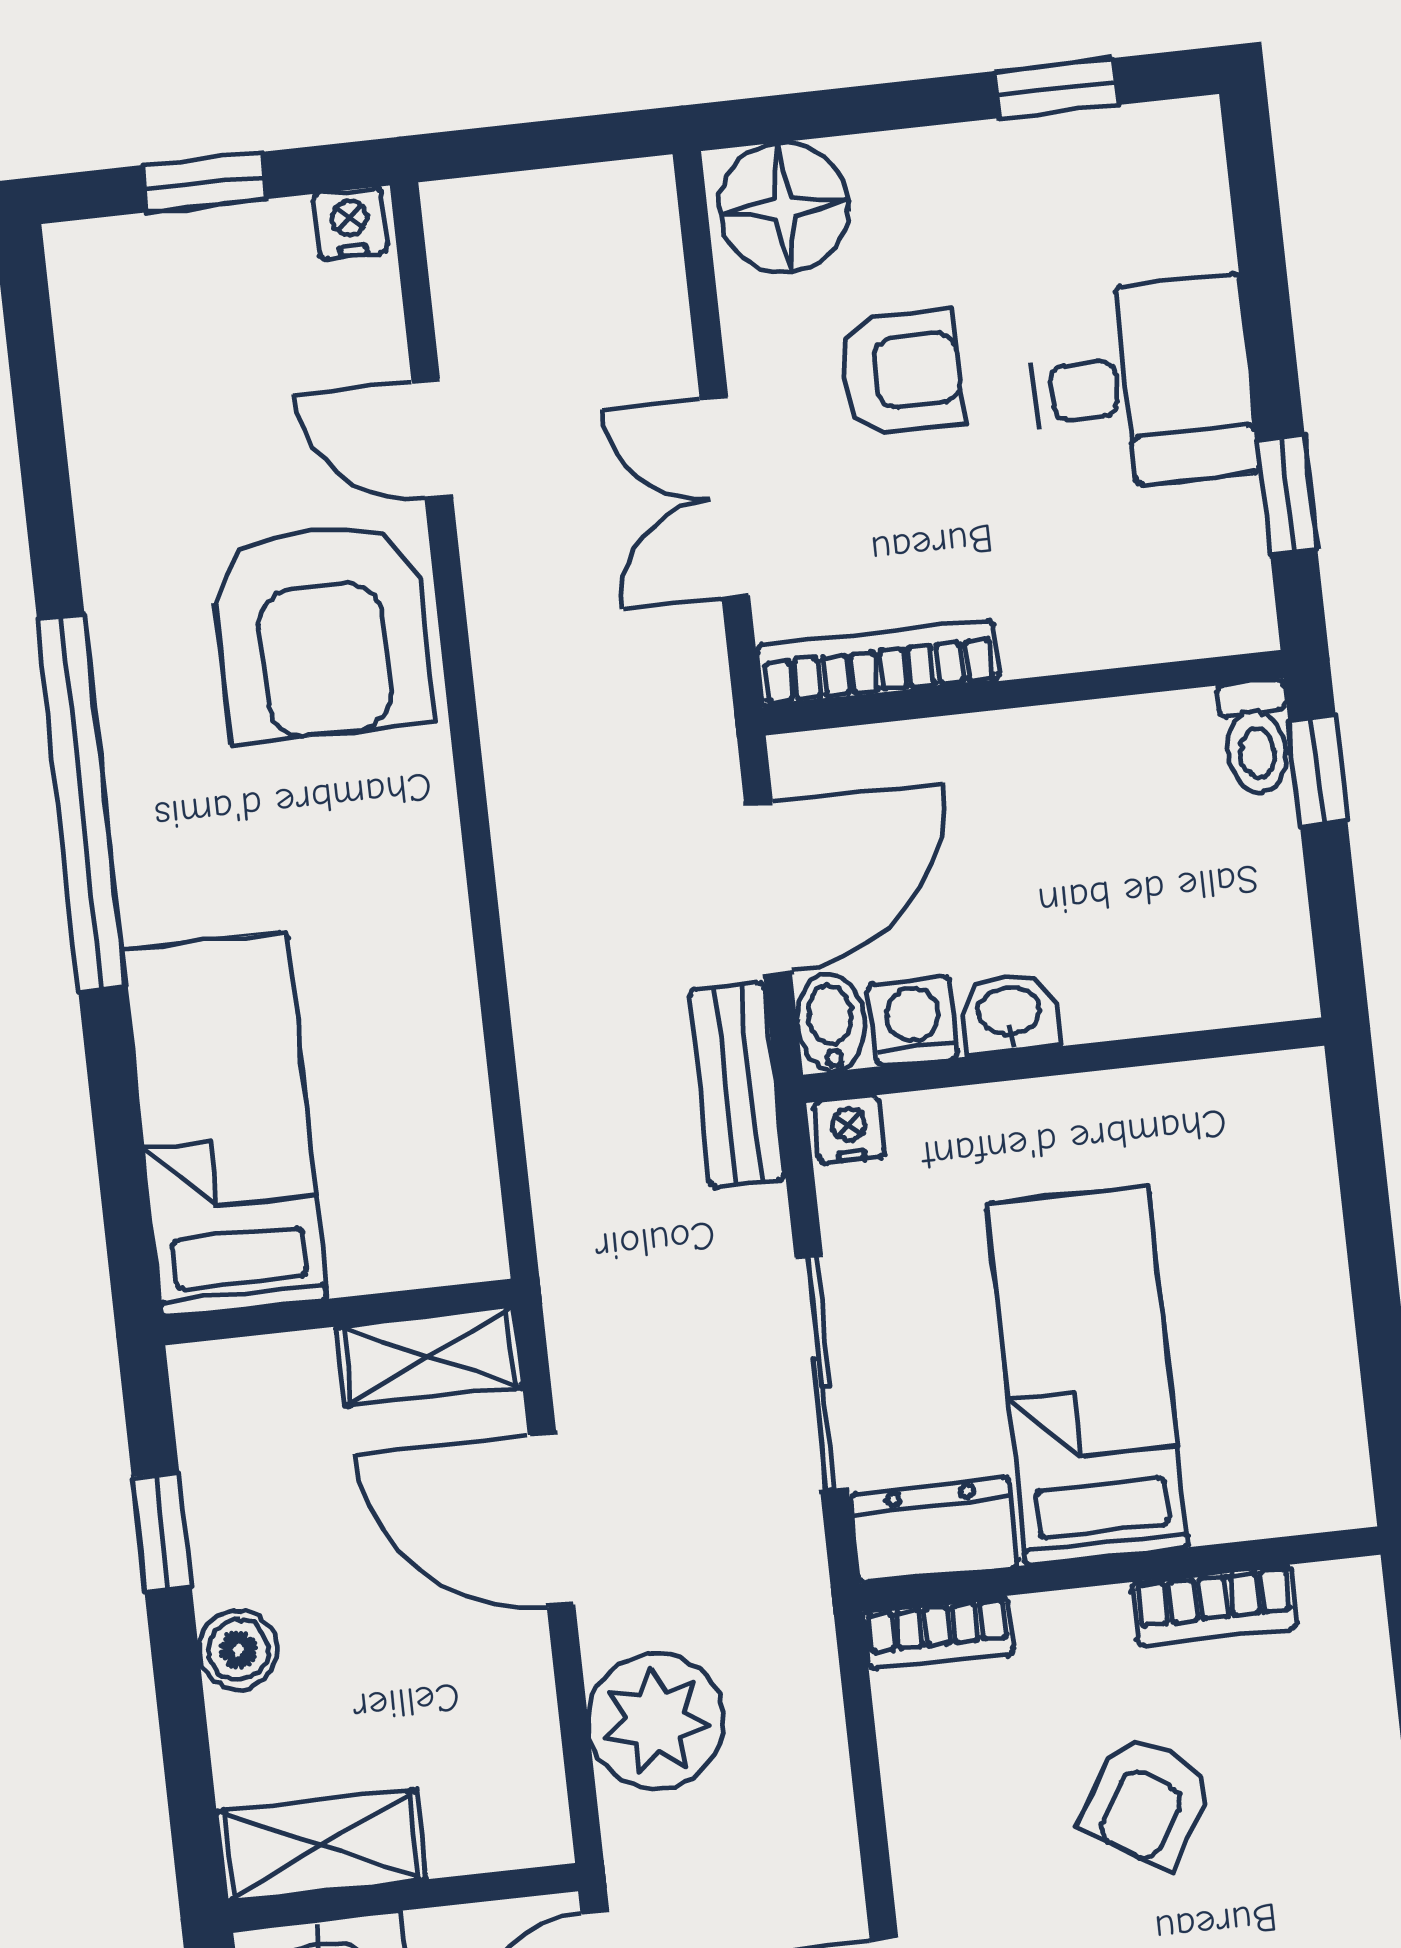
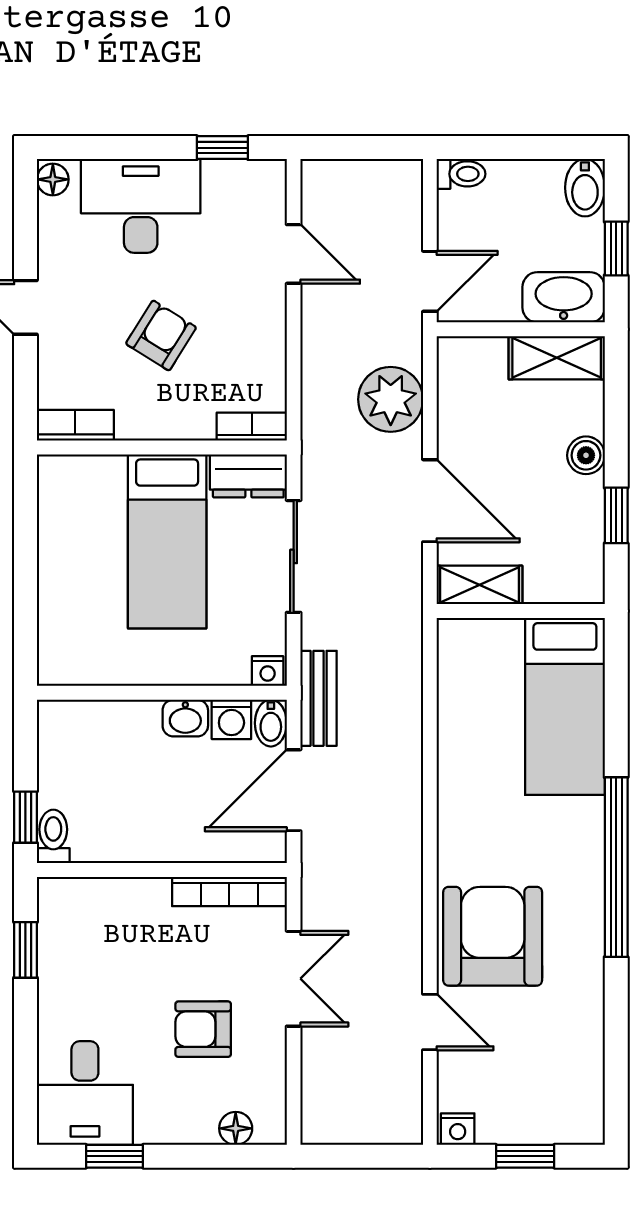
floor lamp: (784, 207) -> (236, 1128), width x0.53, depth x0.53
desk: (1142, 384) -> (85, 1093), moved, turned -90
bookcase: (1215, 1605) -> (75, 425), moved

